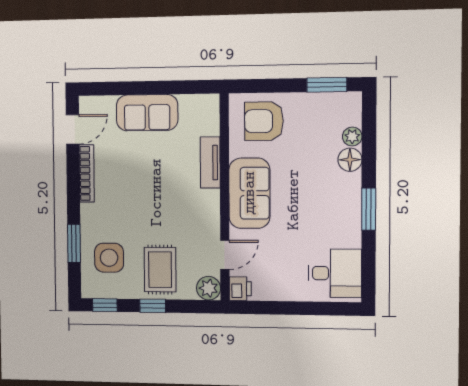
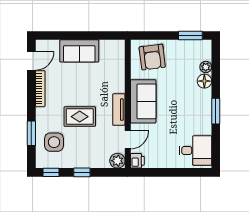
armchair: (264, 121) -> (152, 57), turned -97
tv unit: (210, 163) -> (119, 110), moved
rug: (160, 270) -> (80, 117), moved, turned 90

